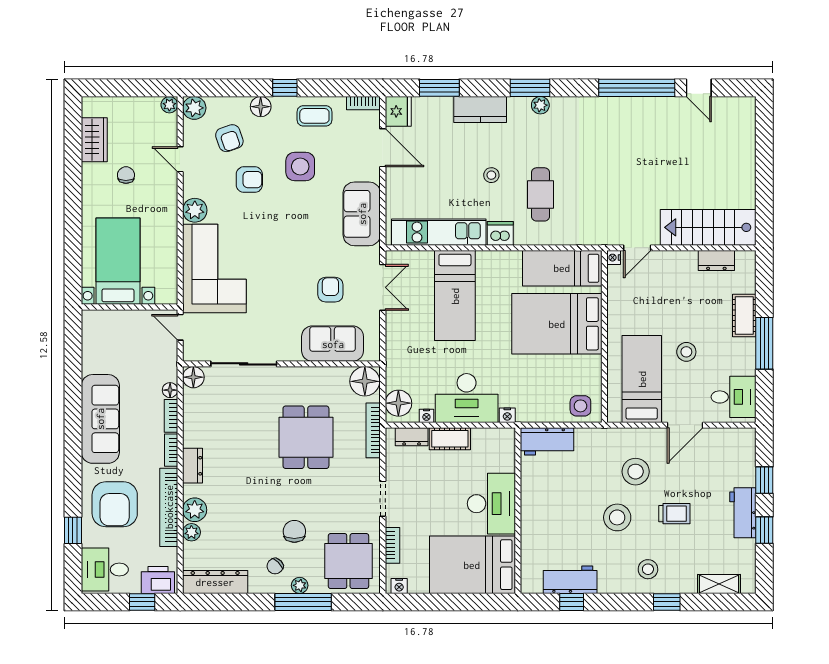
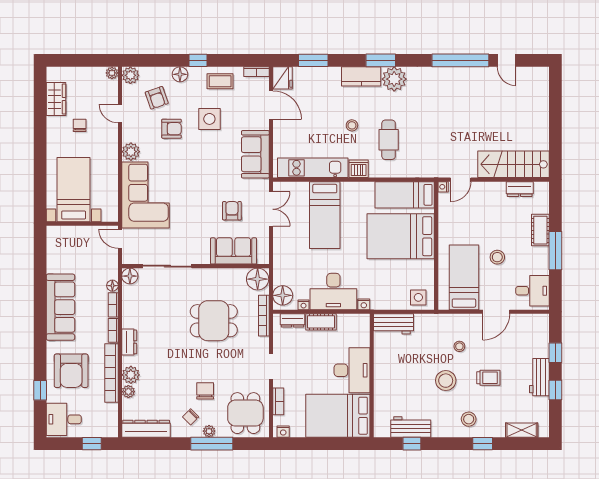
plant: (540, 105) -> (394, 79), width x1.87, depth x1.87
kitchen counter: (480, 109) -> (361, 76), moved
dining table: (306, 437) -> (214, 321), turned 90
stool: (636, 472) -> (459, 346), width x0.53, depth x0.53
printer: (158, 580) -> (103, 427), removed

